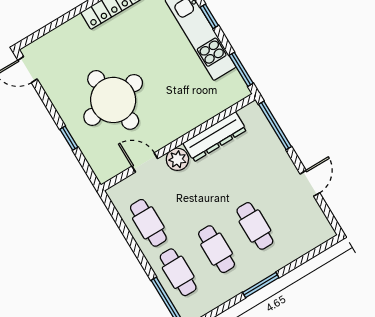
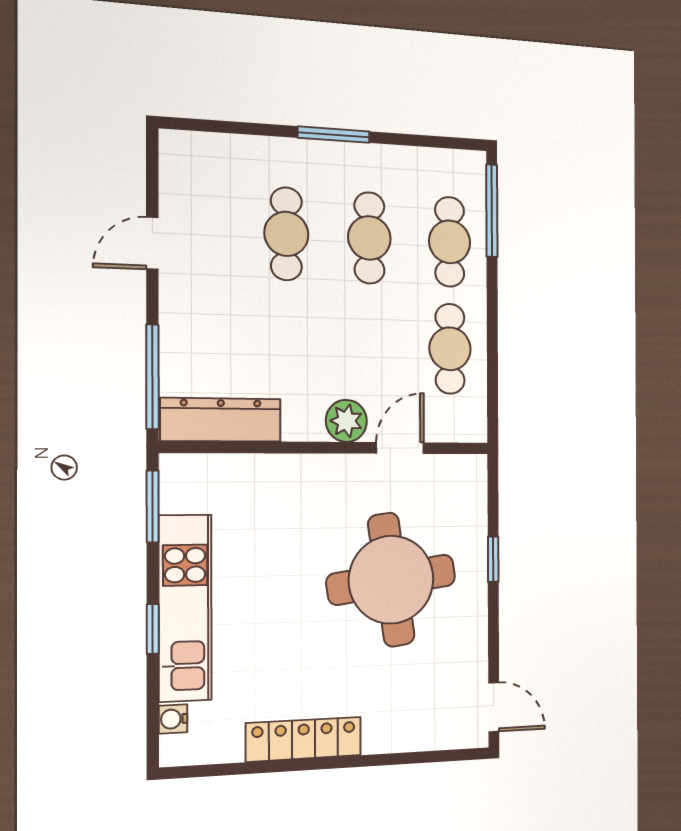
dresser: (215, 137) -> (221, 420), moved
door: (145, 162) -> (400, 448), swing flipped

